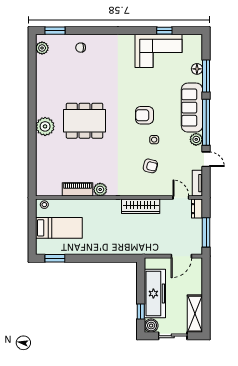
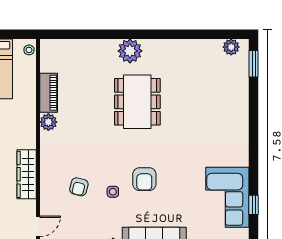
chair: (81, 48) -> (232, 97), removed
armchair: (144, 115) -> (144, 179), turned 180

